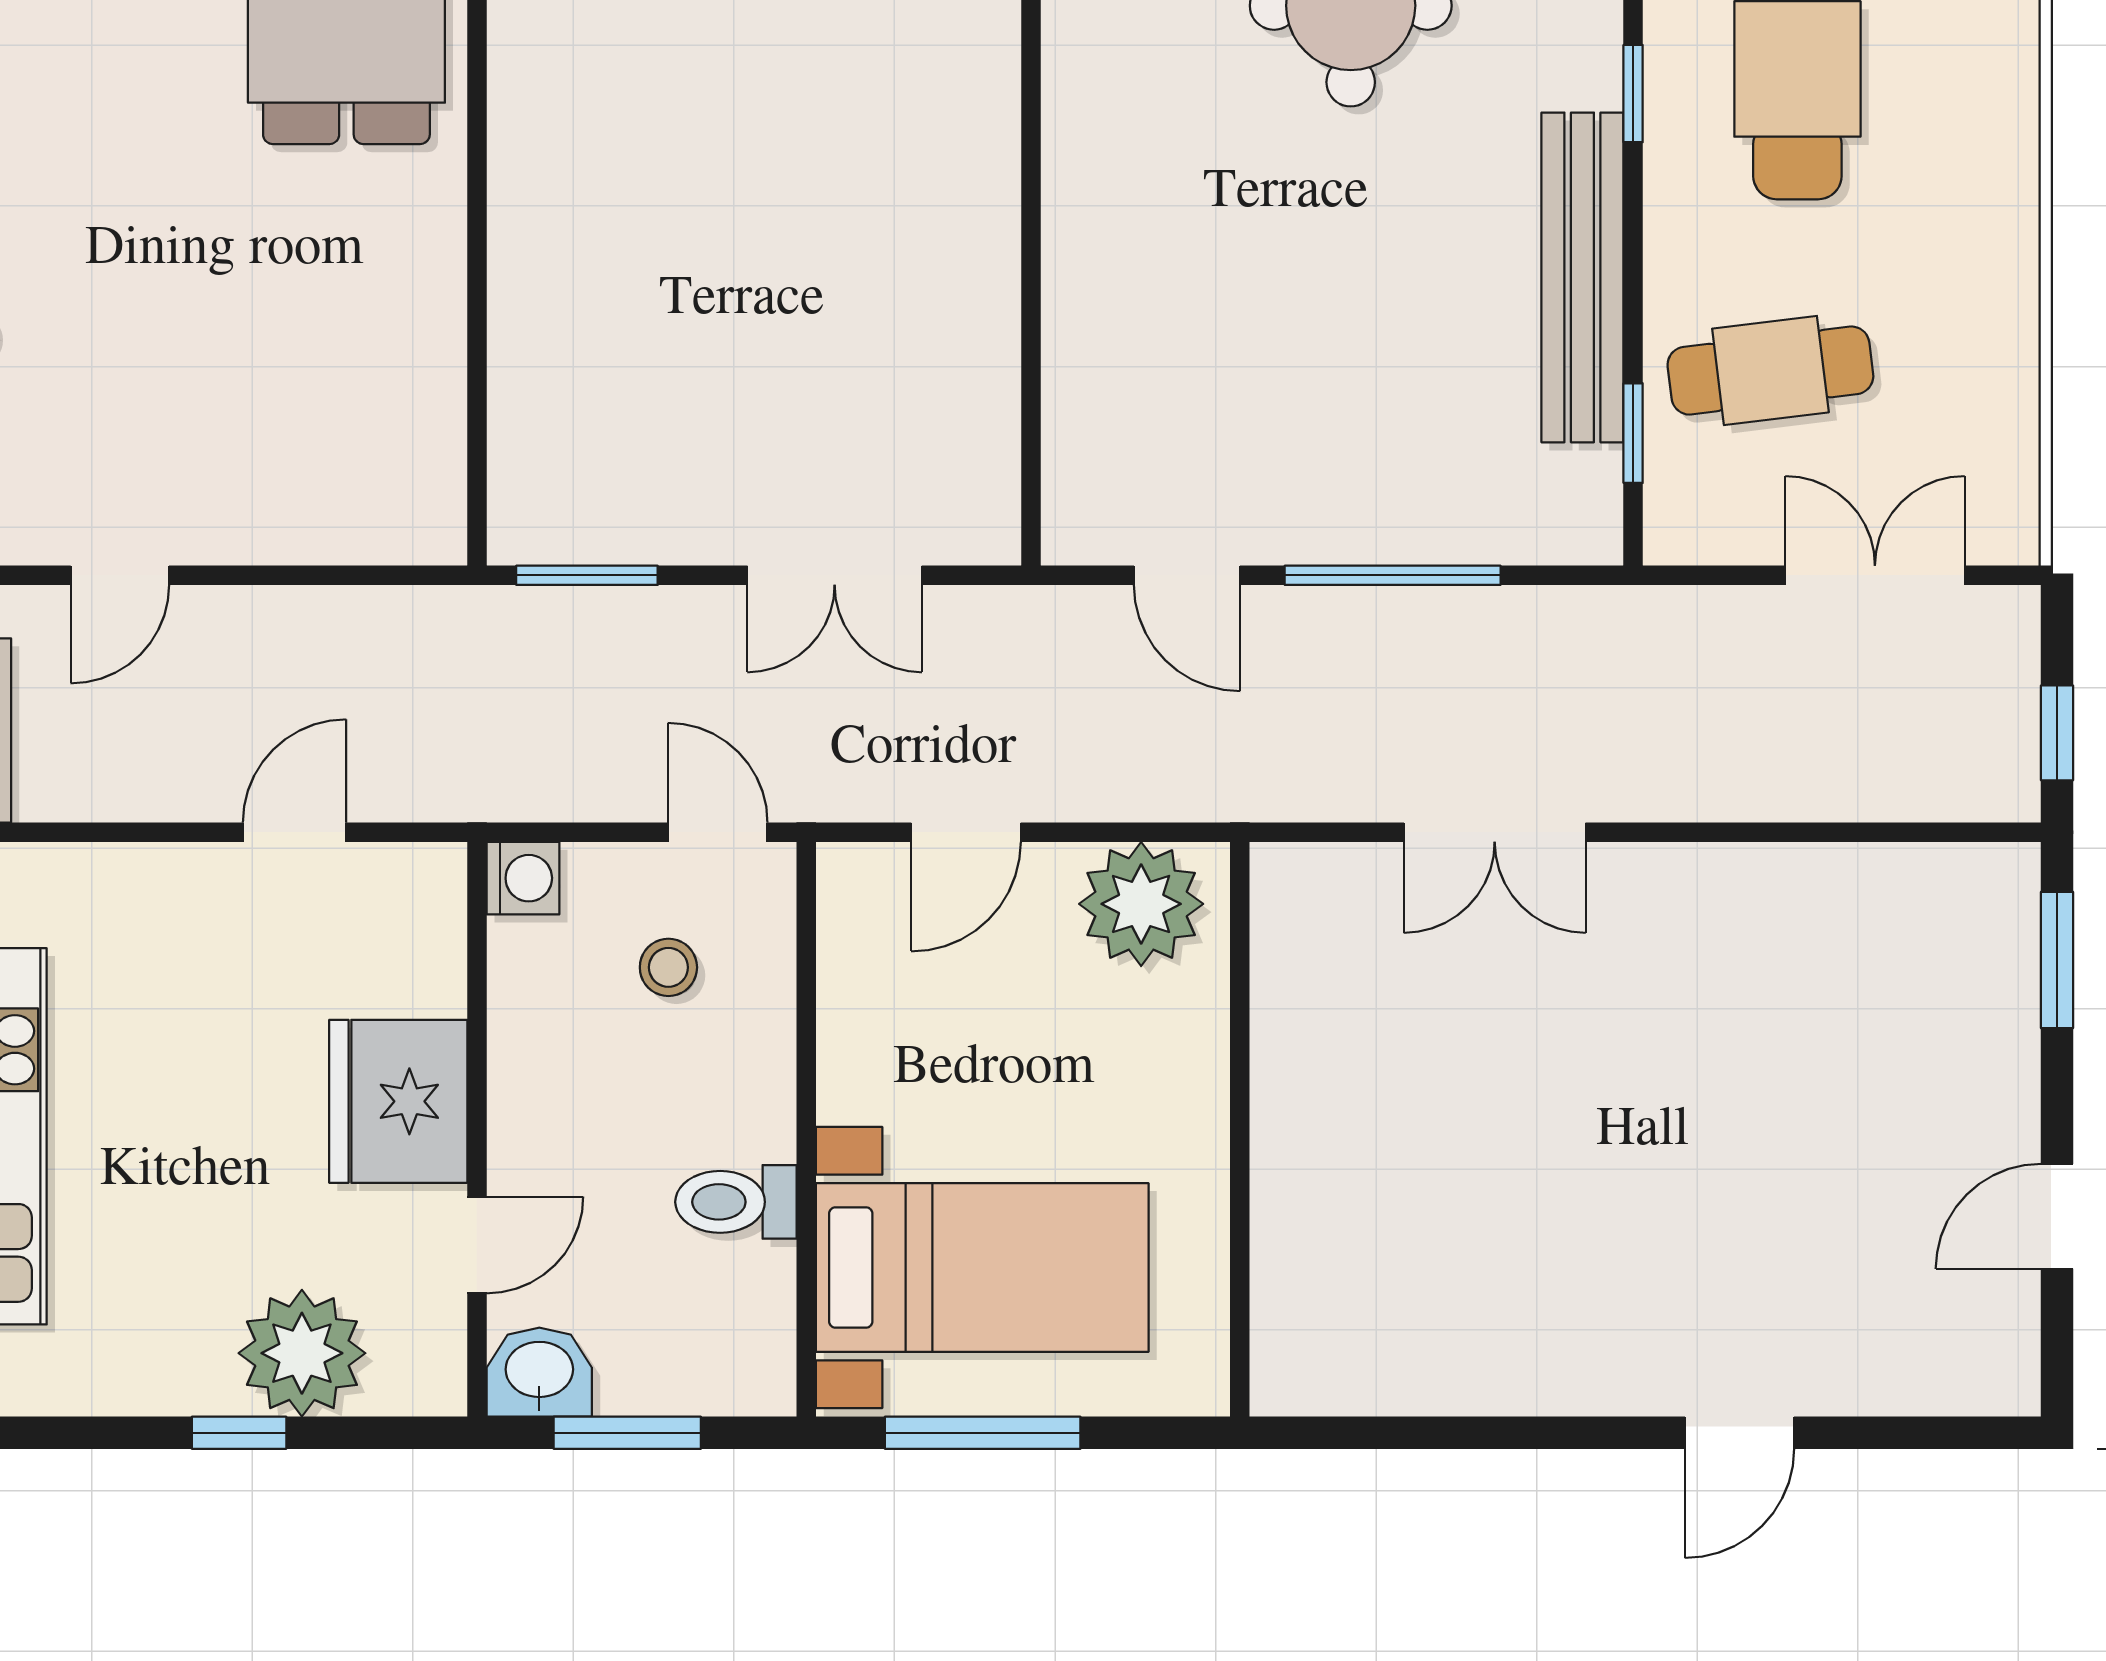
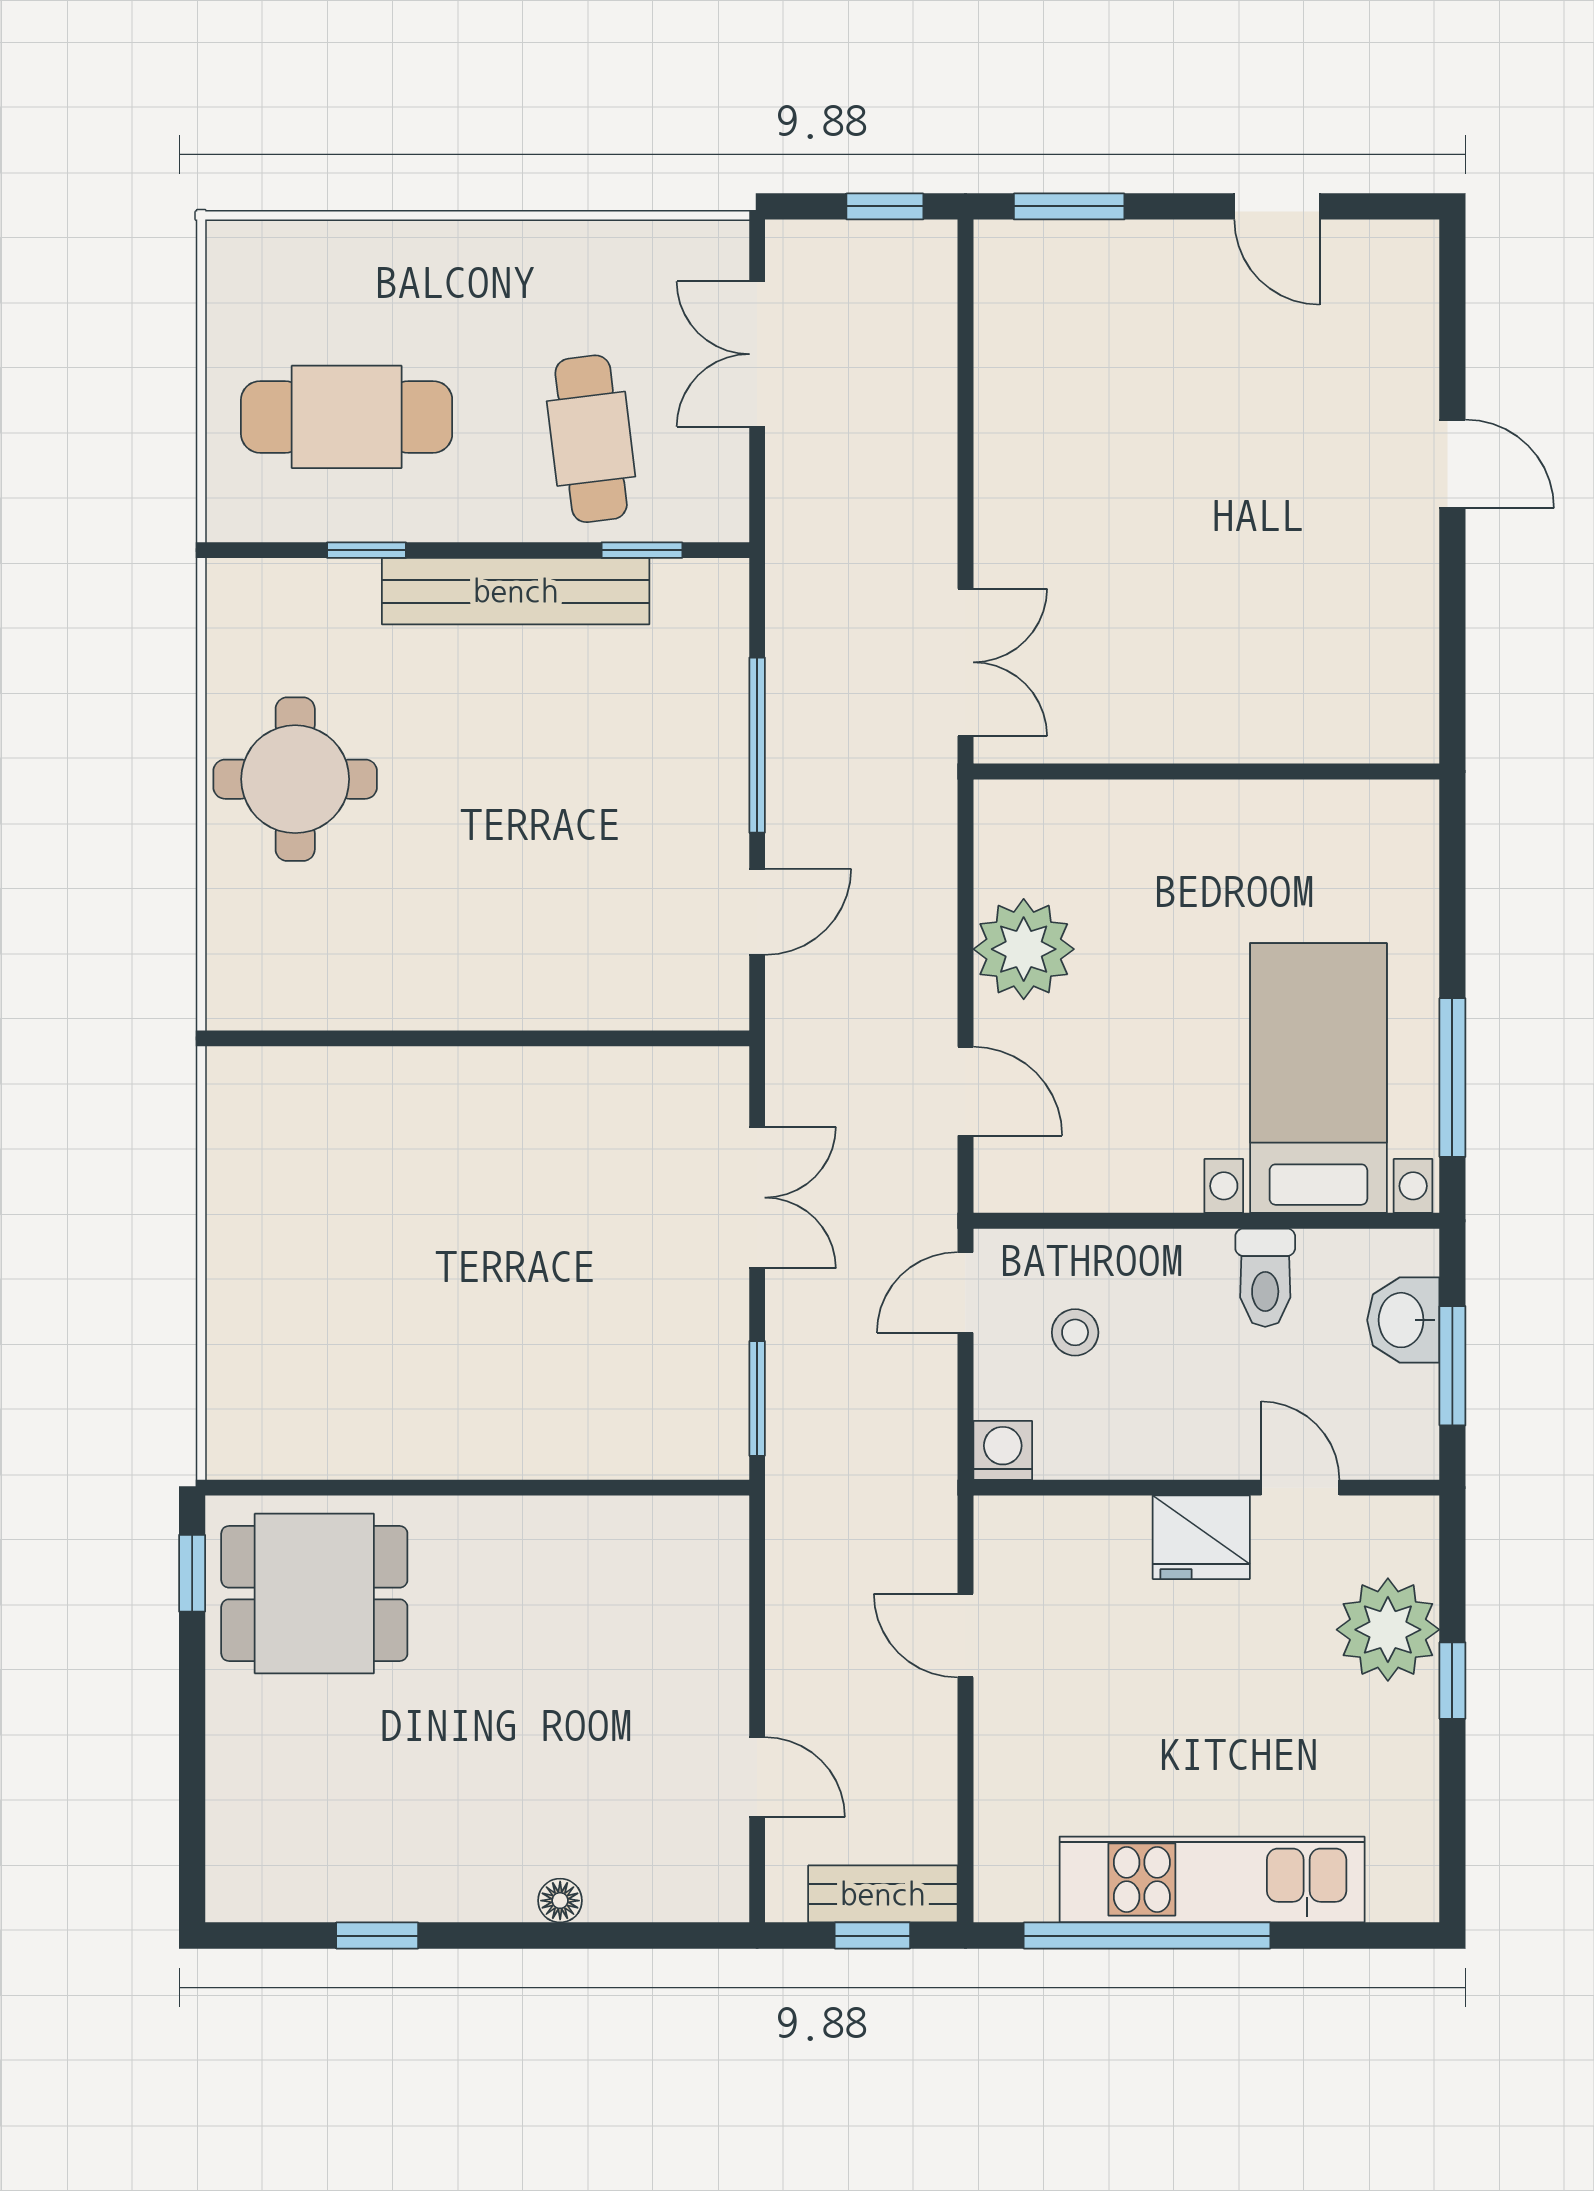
fridge: (398, 1101) -> (1201, 1537), width x0.73, depth x0.75
wall: (1240, 1129) -> (1206, 772), moved
washbasin: (539, 1372) -> (1403, 1320), moved

